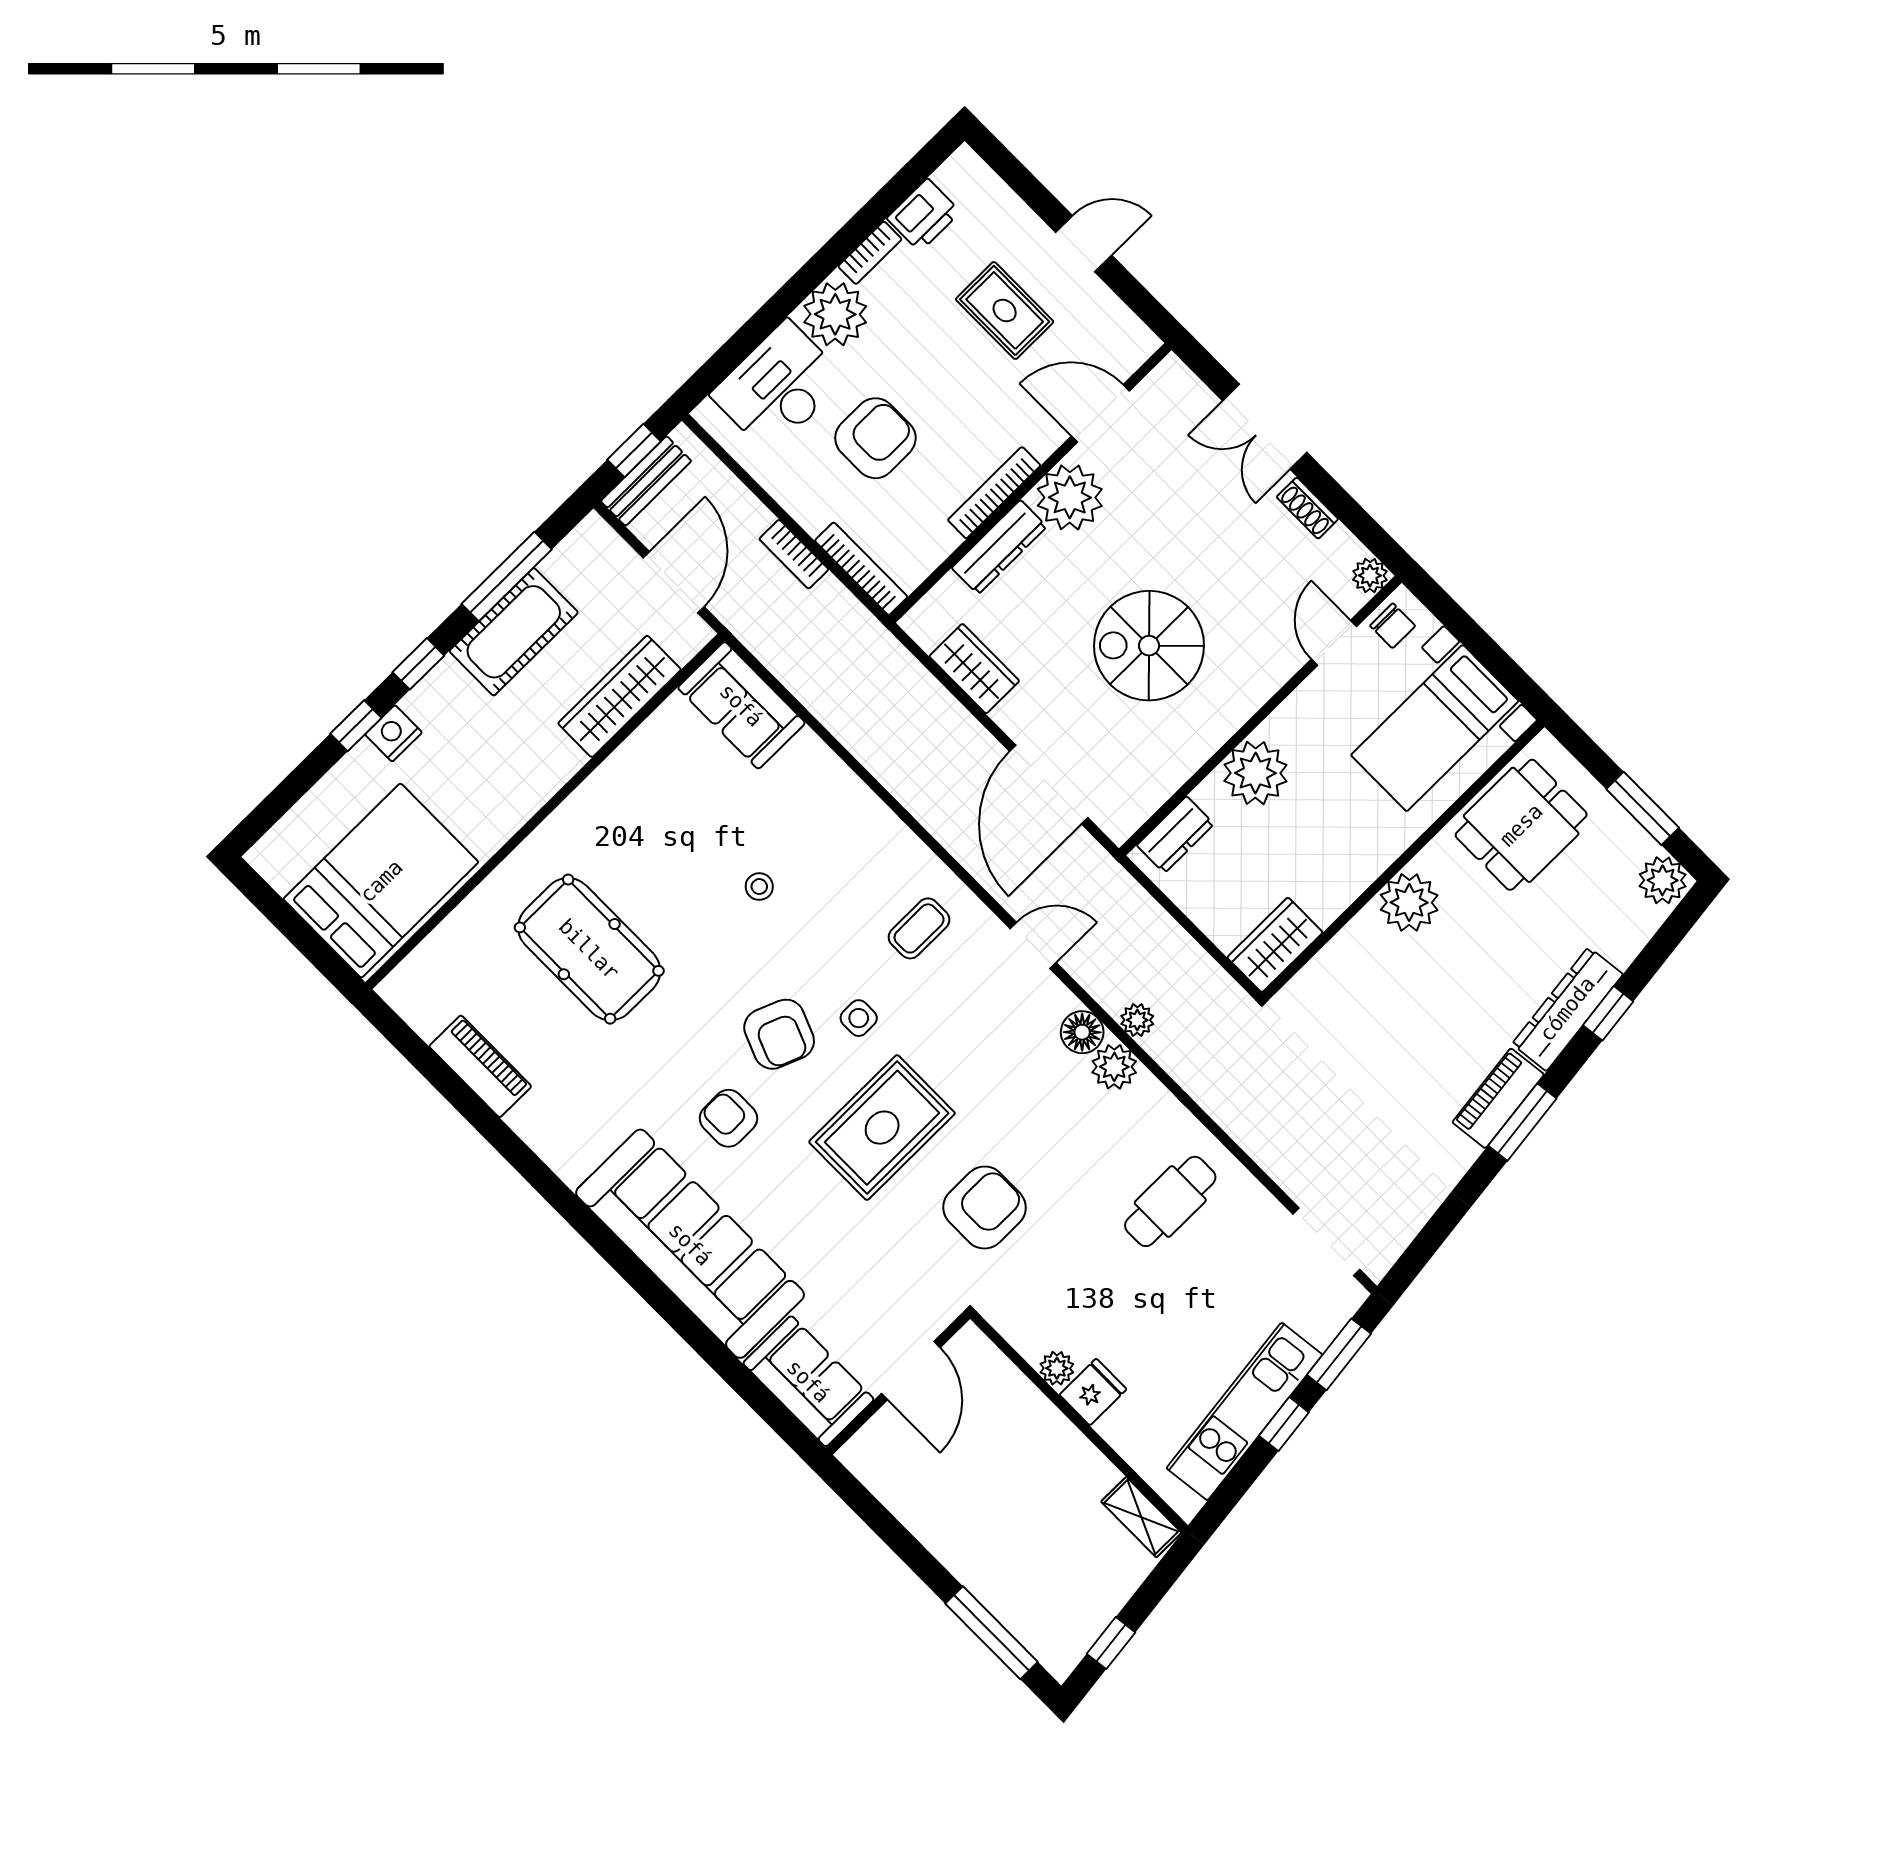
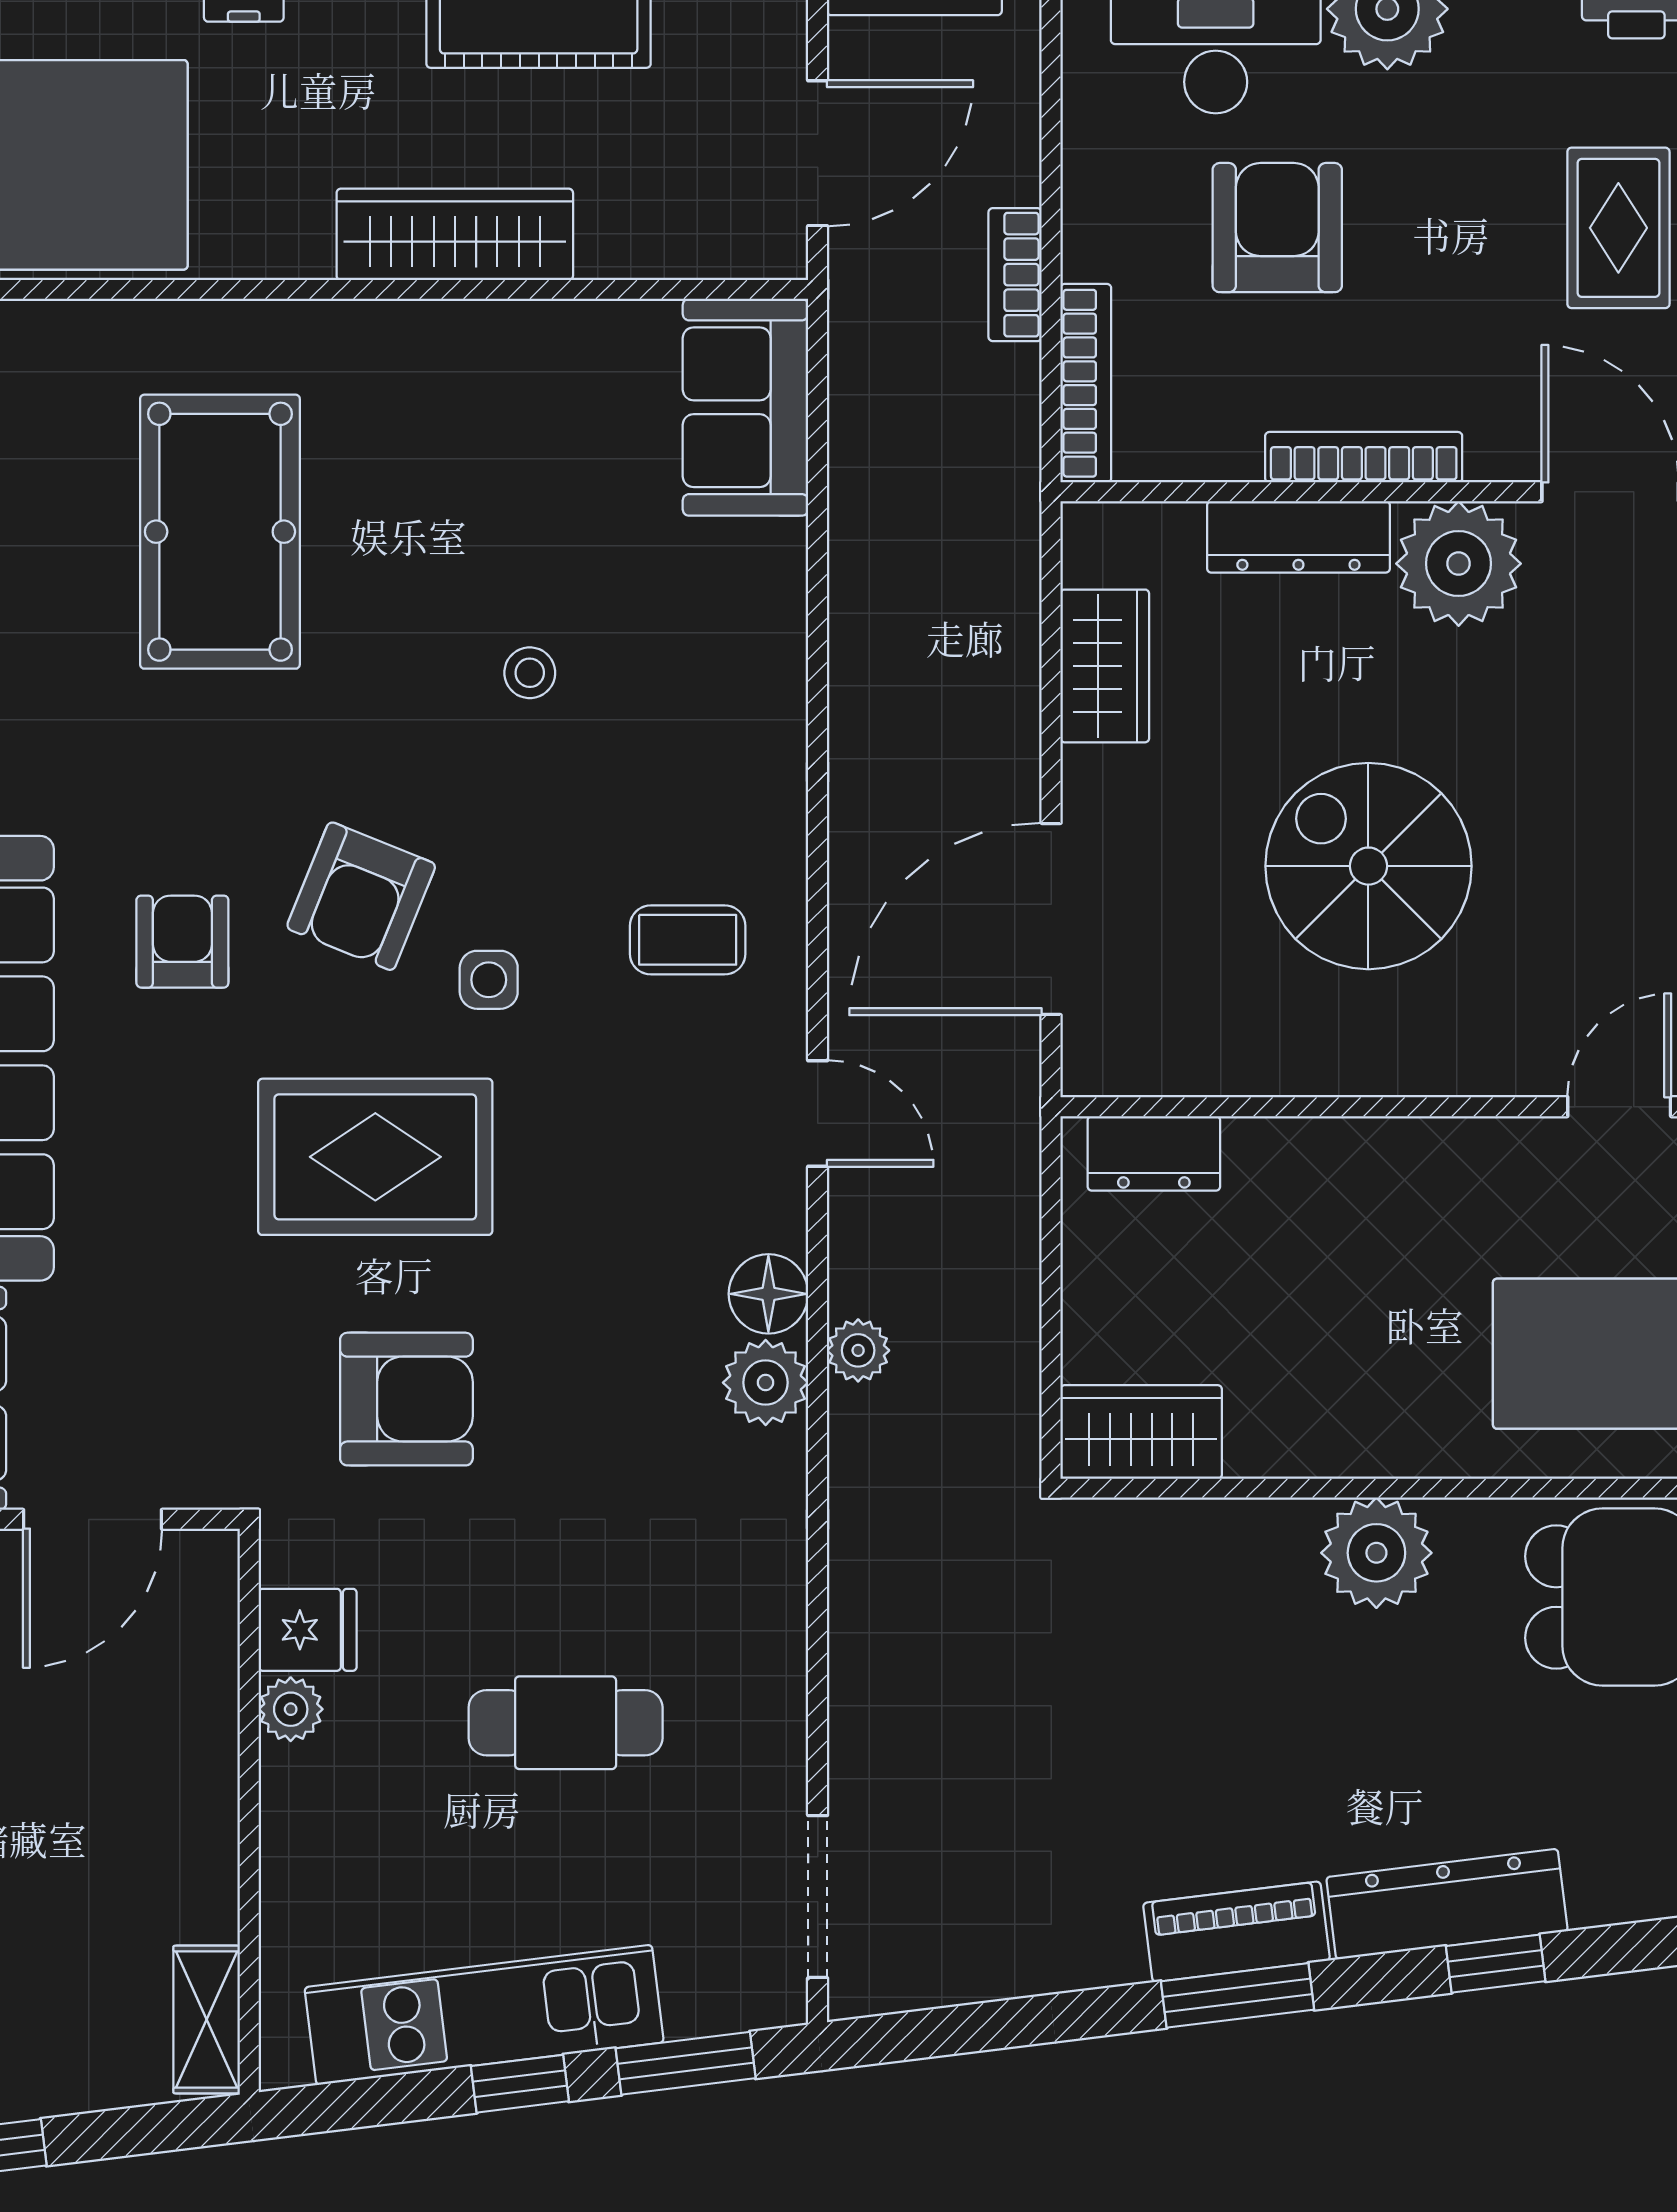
armchair: (875, 438) -> (1277, 228), turned -90
wardrobe: (620, 696) -> (455, 234), moved
plant: (1255, 773) -> (1342, 1177), removed
cafe table: (1170, 1201) -> (566, 1723), moved
fridge: (1093, 1392) -> (308, 1630), moved

